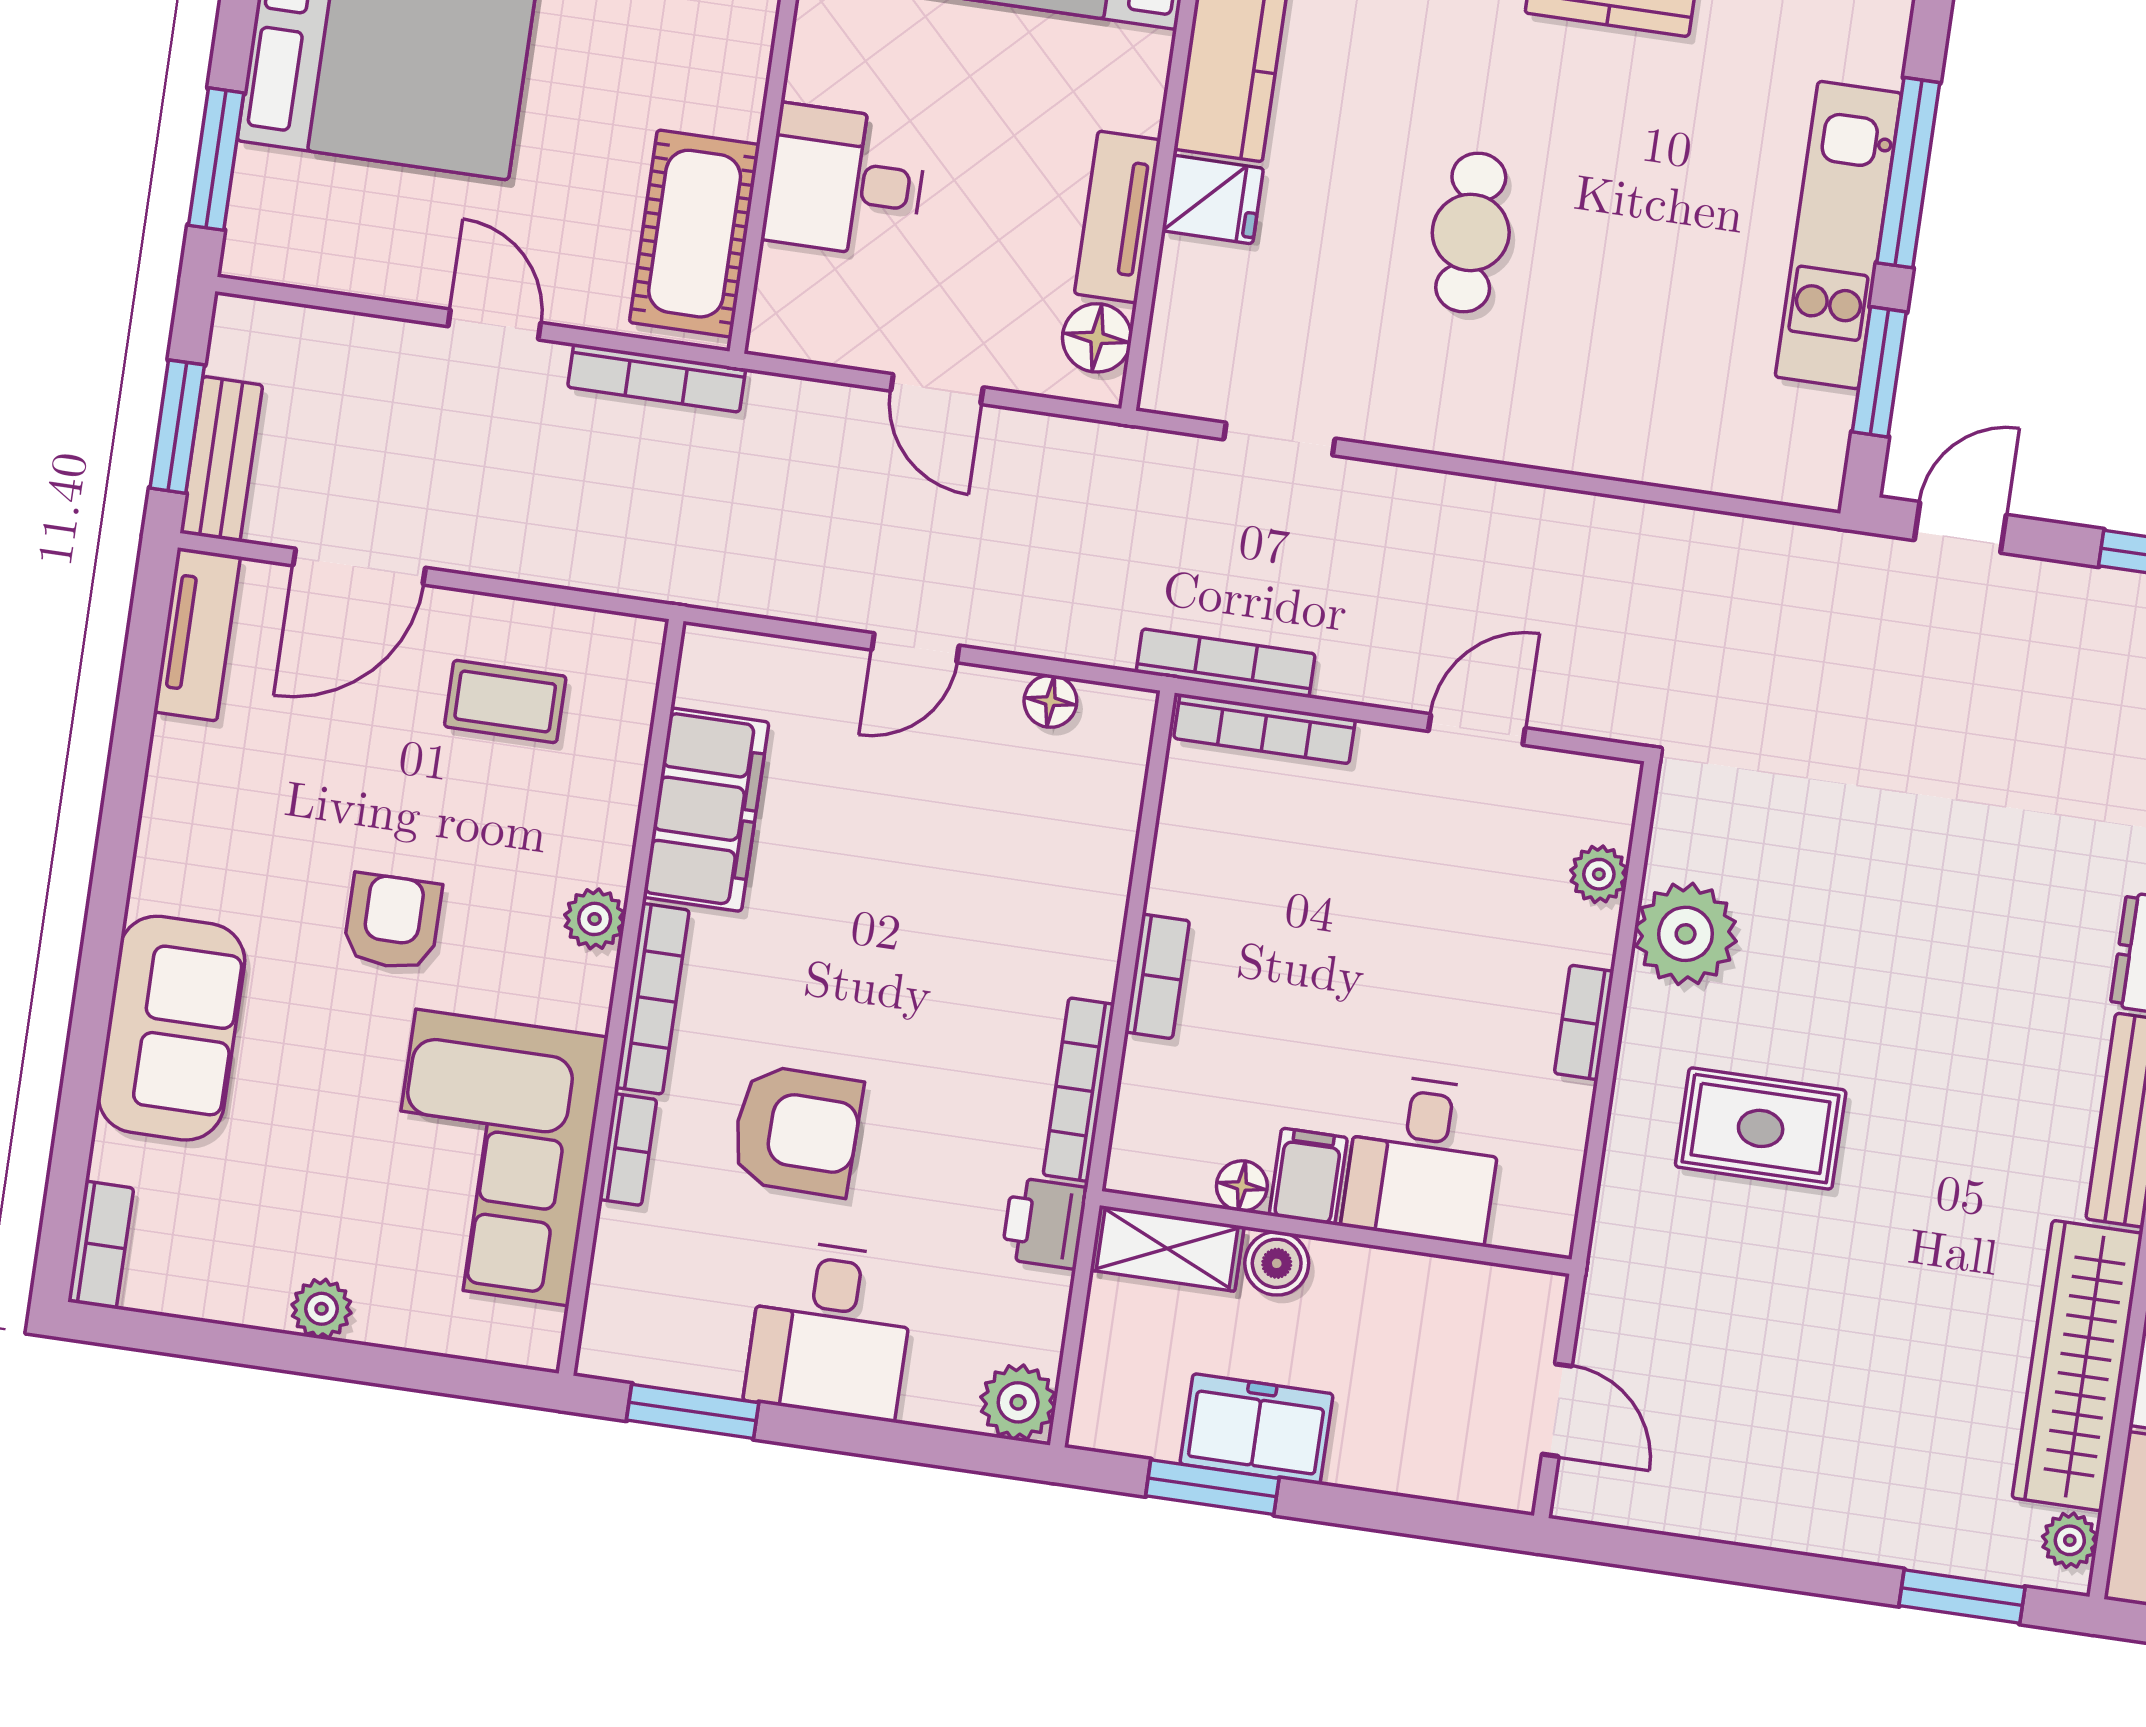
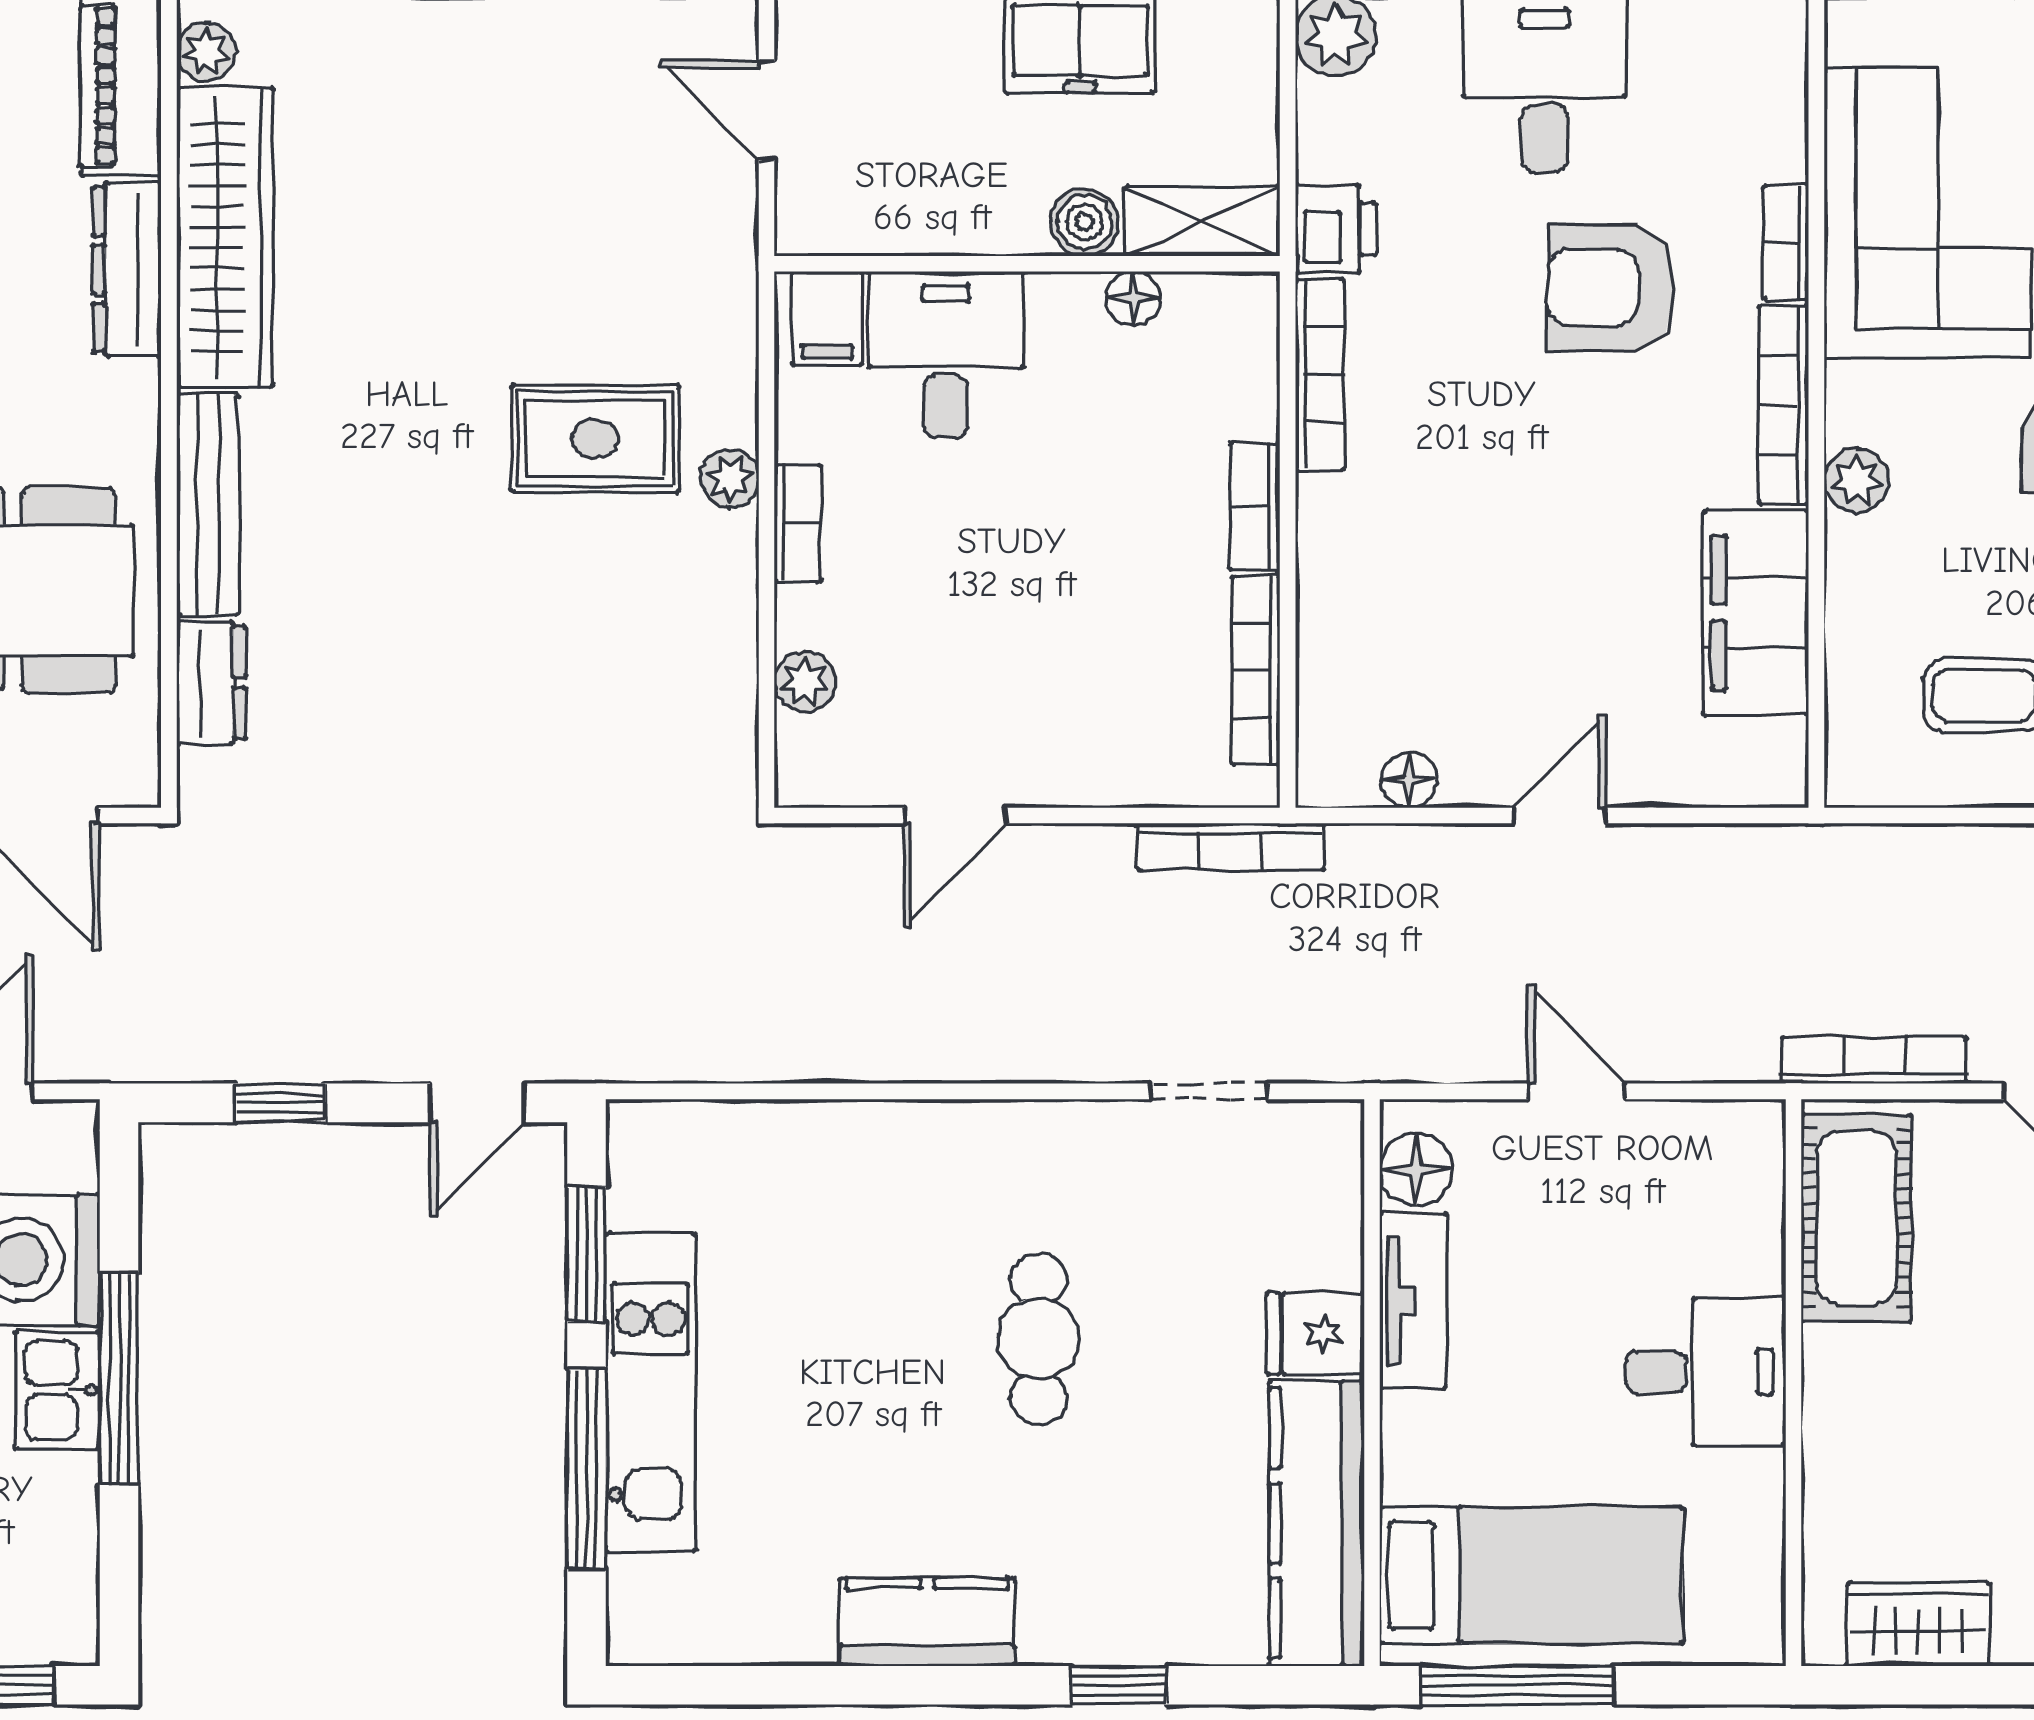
desk: (845, 181) -> (1706, 1372), moved
bookcase: (1265, 729) -> (1256, 670), moved, turned -90
plant: (1686, 934) -> (730, 478), moved, width x0.53, depth x0.53
filing cabinet: (1308, 1176) -> (827, 319), moved

